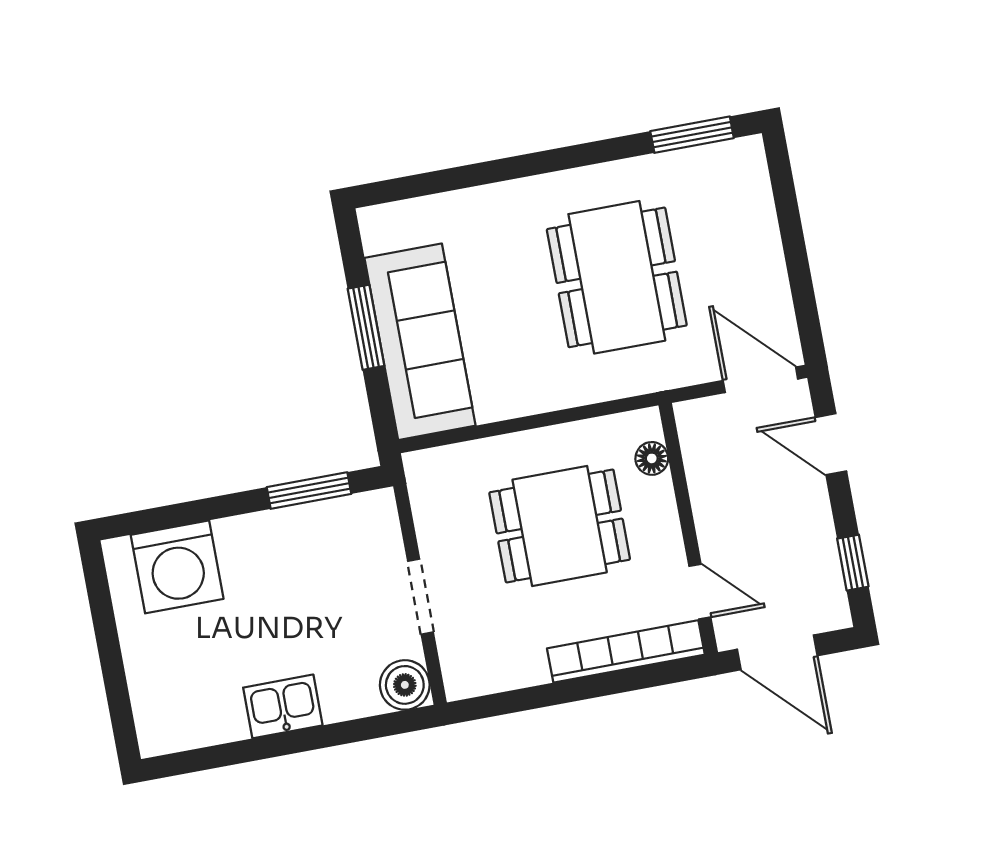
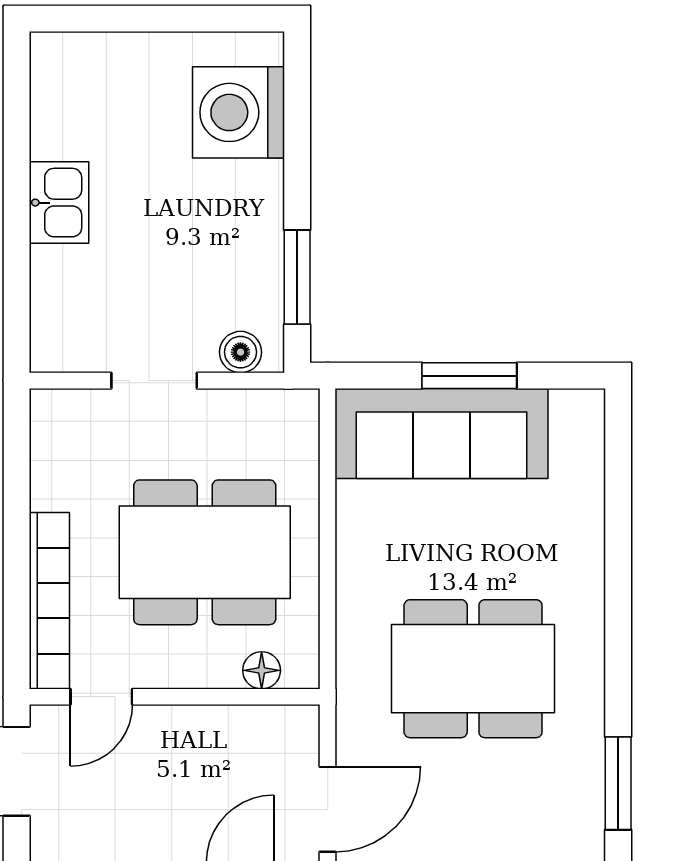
dining table: (560, 526) -> (205, 552), width x1.37
boiler: (405, 685) -> (240, 352), moved, width x0.73, depth x0.73

